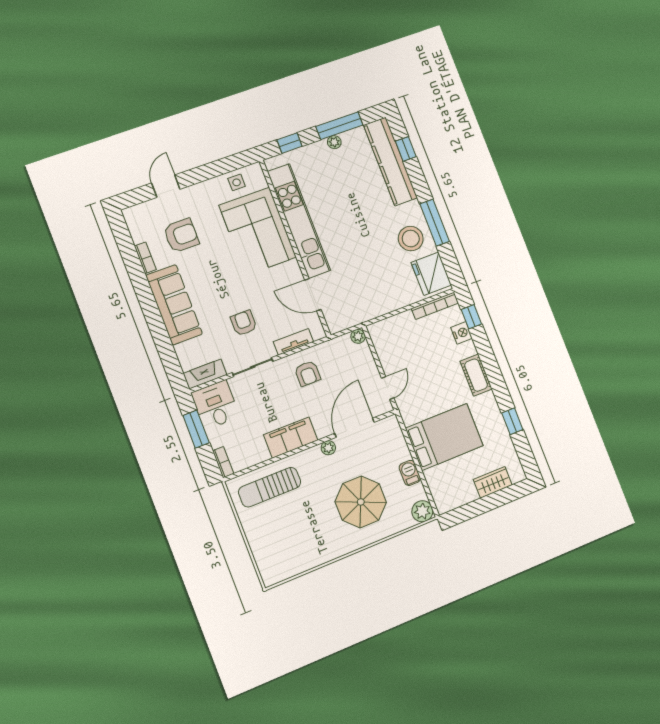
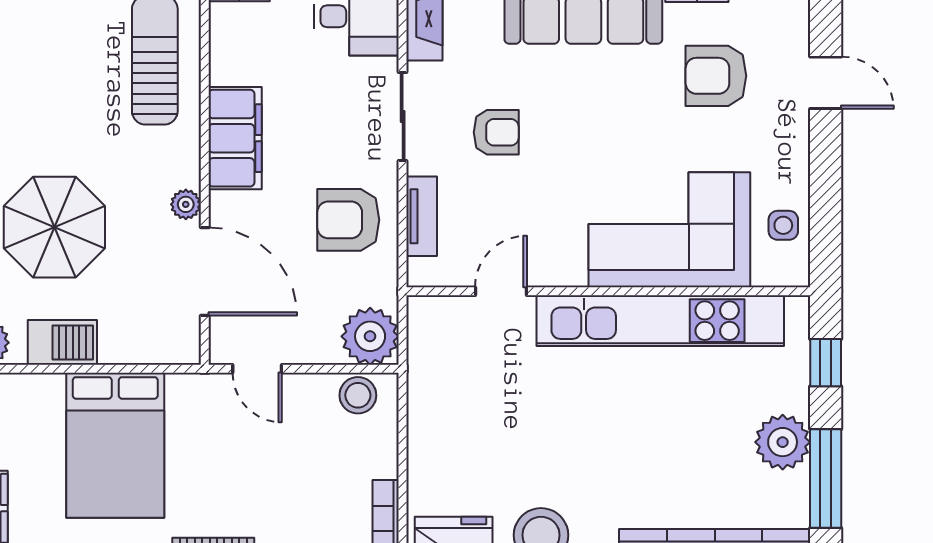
plant: (334, 142) -> (783, 442), width x1.88, depth x1.88
armchair: (181, 235) -> (716, 76), turned 90
door: (313, 295) -> (501, 291), width x0.73
plant: (358, 336) -> (370, 336), width x1.88, depth x1.88
stool: (382, 340) -> (358, 395), added
armchair: (307, 373) -> (348, 220), width x1.38, depth x1.38
barbecue: (410, 473) -> (62, 342), width x1.38, depth x1.27

